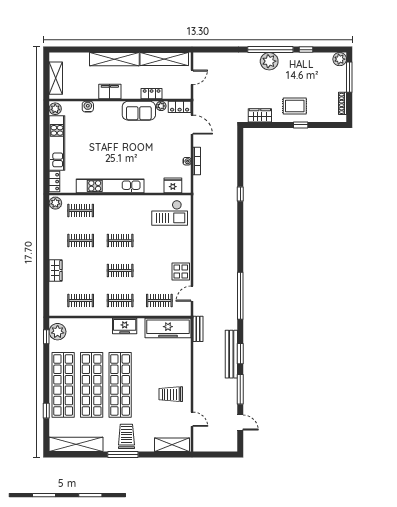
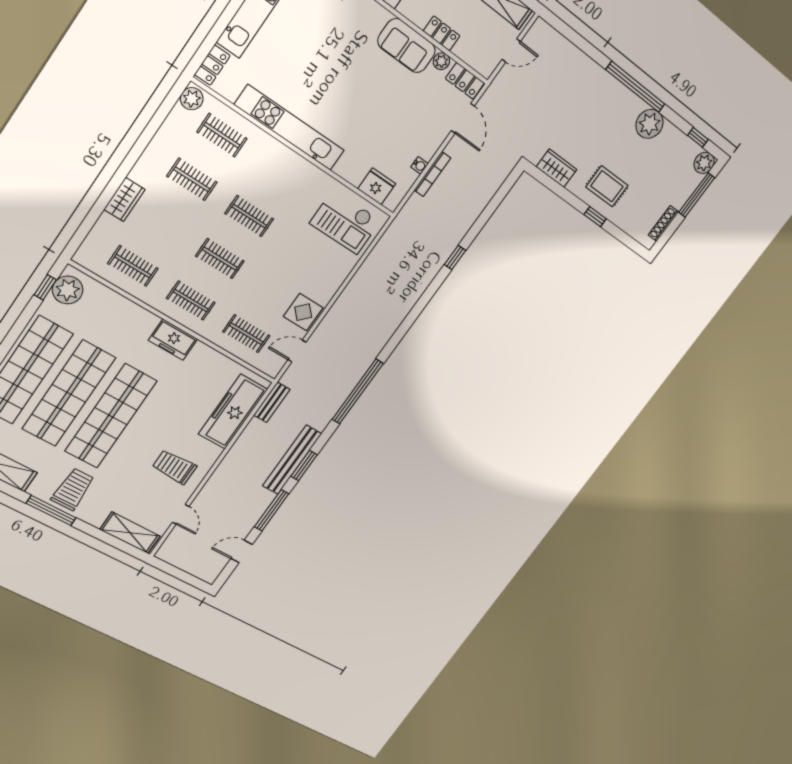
window: (306, 50) -> (698, 137), moved
plant: (269, 61) -> (649, 124), moved
freezer: (168, 328) -> (233, 412), moved, turned 90
door: (240, 423) -> (242, 551), swing flipped

